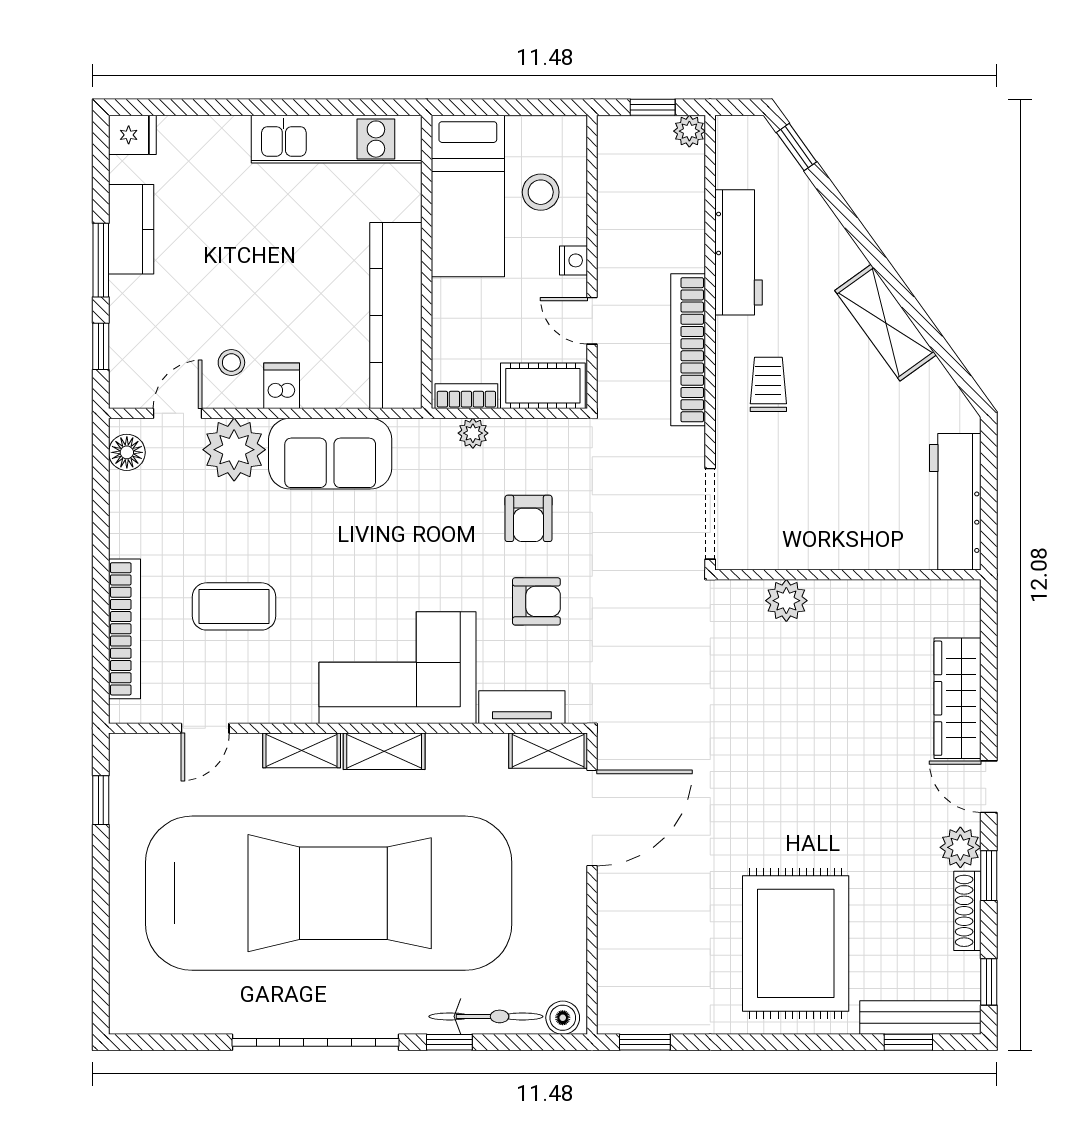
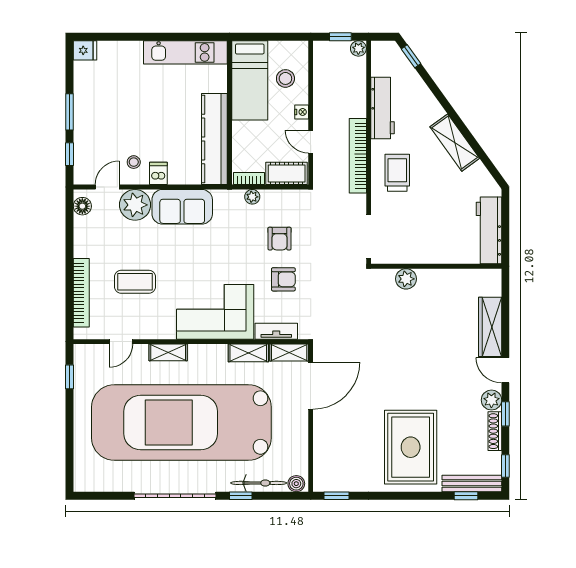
kitchen counter: (131, 229) -> (84, 97), removed
trolley: (768, 384) -> (397, 173), width x1.36, depth x1.39
shelving: (384, 751) -> (248, 353), moved
car: (329, 893) -> (181, 423), turned 180

